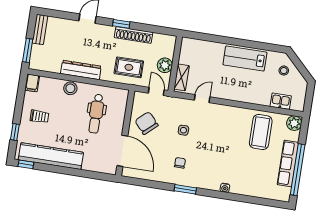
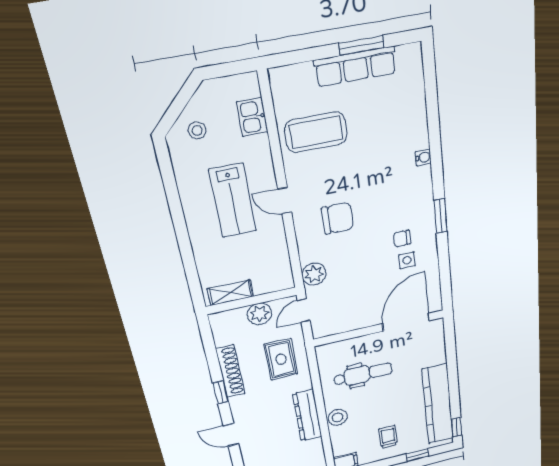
lab bench: (245, 58) -> (233, 201), moved
shelving: (182, 77) -> (230, 293), moved
door: (202, 99) -> (285, 201), moved
chair: (146, 123) -> (338, 218), moved, turned -138
plant: (294, 123) -> (314, 274), moved
side table: (183, 130) -> (407, 260), moved
window: (298, 170) -> (362, 45), width x0.47

